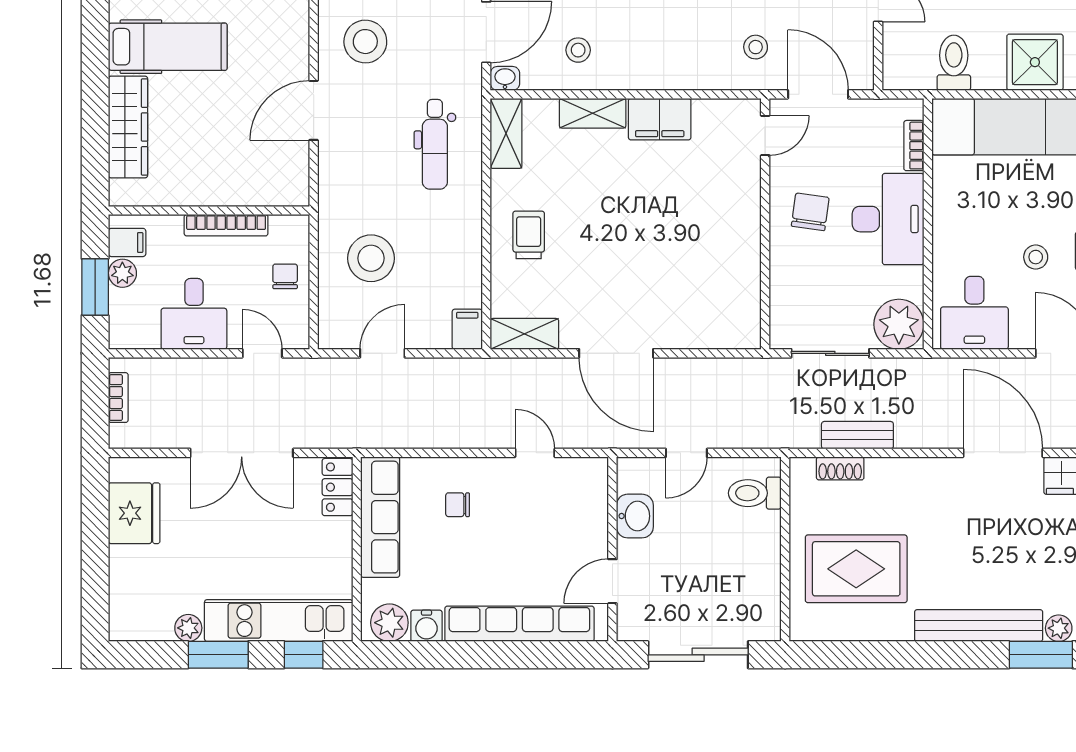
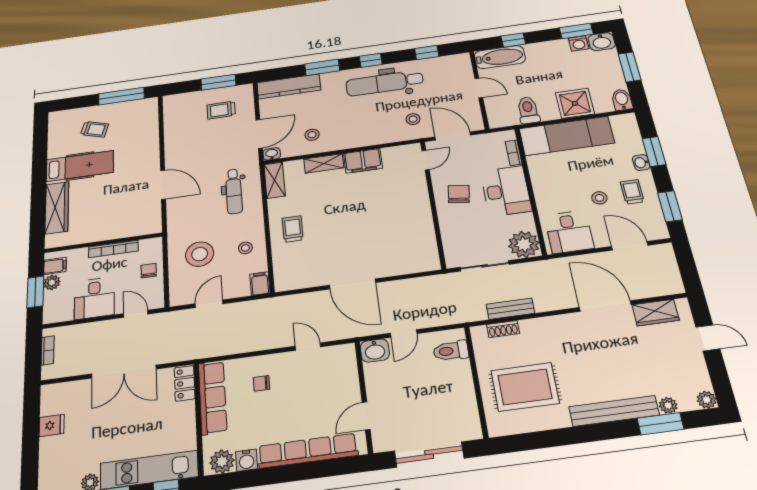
stool: (365, 42) -> (245, 248), moved, width x0.53, depth x0.53
door: (314, 110) -> (163, 185), swing flipped
shelving: (524, 334) -> (295, 281), removed
fridge: (134, 513) -> (52, 425), width x0.53, depth x0.75
washbasin: (635, 516) -> (375, 351), moved, turned 90

